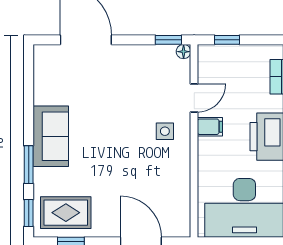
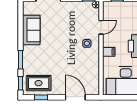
filing cabinet: (210, 127) -> (109, 52), moved
sofa: (51, 136) -> (31, 30), moved

